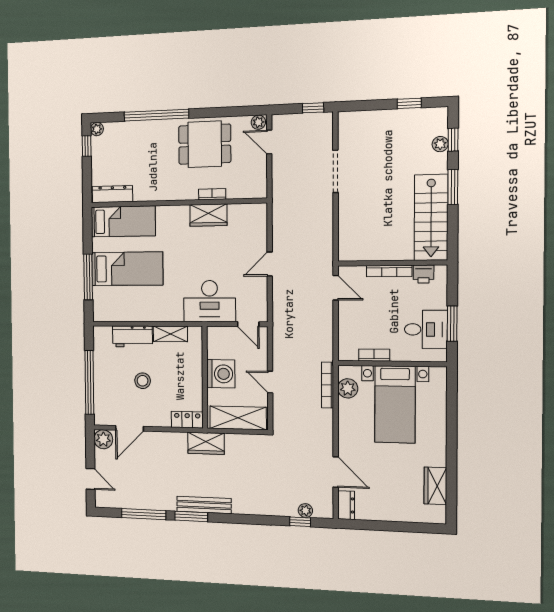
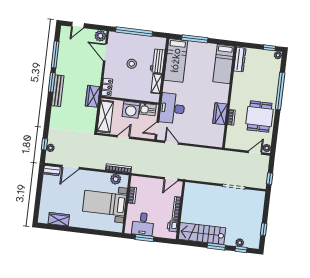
door: (270, 264) -> (172, 143), moved
bed: (127, 269) -> (176, 60), moved
kitchen sink: (216, 344) -> (148, 109), added

